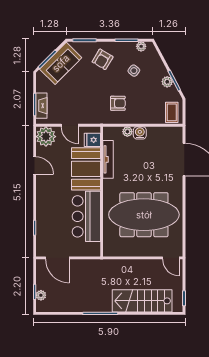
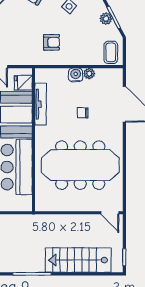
plant: (127, 132) -> (89, 74), moved
chair: (146, 167) -> (83, 113), added

